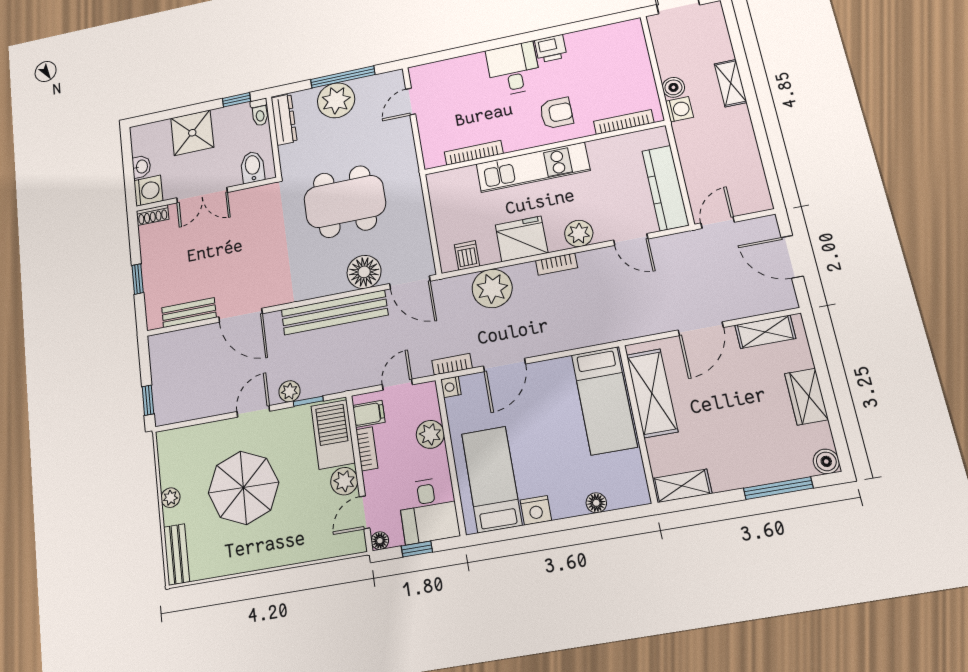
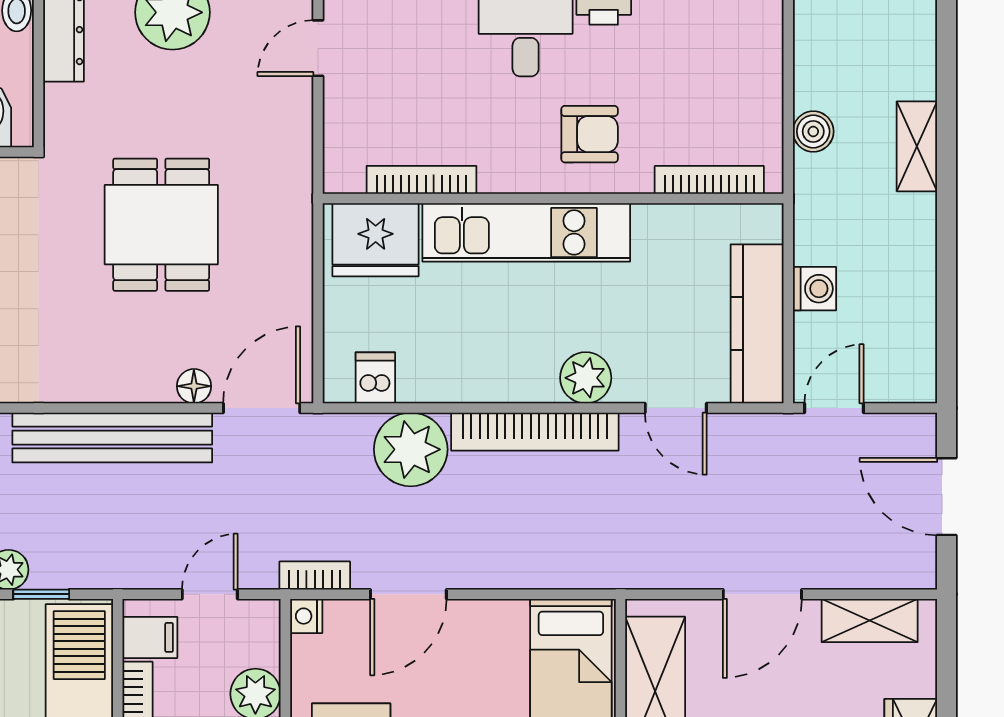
washing machine: (679, 109) -> (815, 289), moved
dining table: (345, 202) -> (161, 225), width x0.73
fridge: (521, 239) -> (376, 240), moved, turned 180
bookcase: (557, 264) -> (535, 432), width x2.31, depth x1.31
floor lamp: (364, 272) -> (194, 386), width x0.53, depth x0.53
door: (410, 282) -> (262, 408), swing flipped

